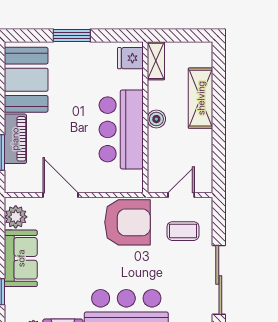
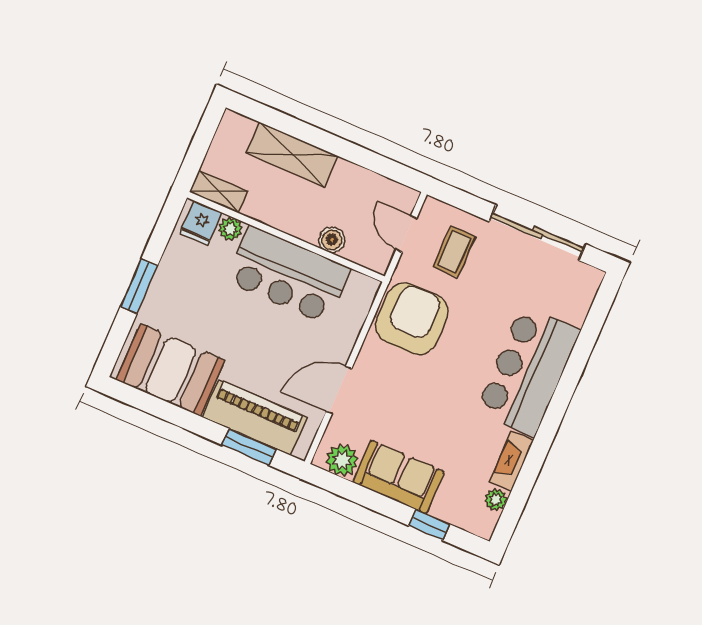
plant: (135, 79) -> (230, 229), added
boiler: (156, 119) -> (332, 240), moved
piano: (15, 139) -> (255, 417), width x1.37, depth x1.33

